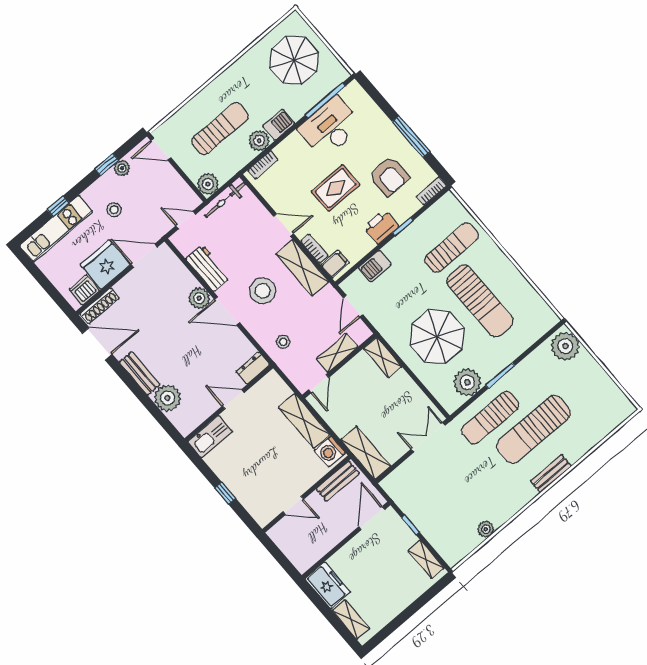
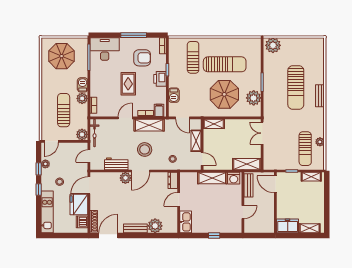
desk: (330, 127) -> (105, 49), moved, turned 90
window: (58, 206) -> (39, 189), moved
sun lounger: (490, 418) -> (305, 149), moved

